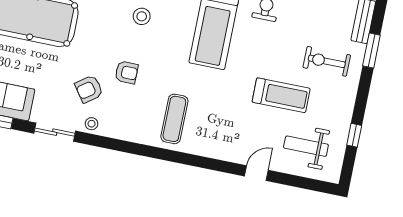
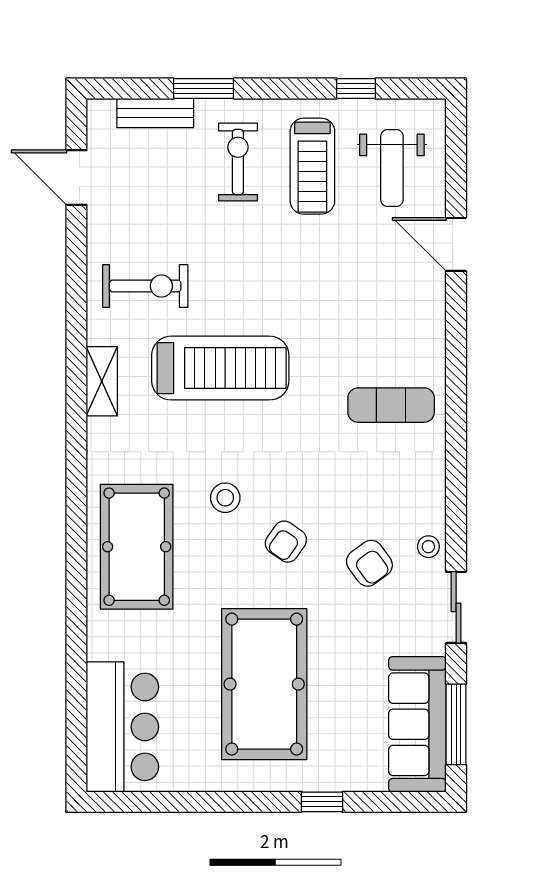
exercise bike: (327, 61) -> (238, 162), turned 180
armchair: (126, 72) -> (286, 542), moved, turned -145
treadmill: (281, 95) -> (312, 166), moved, turned 180
door: (256, 173) -> (456, 244), width x1.38

